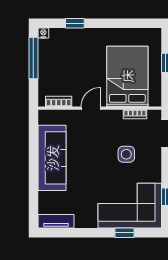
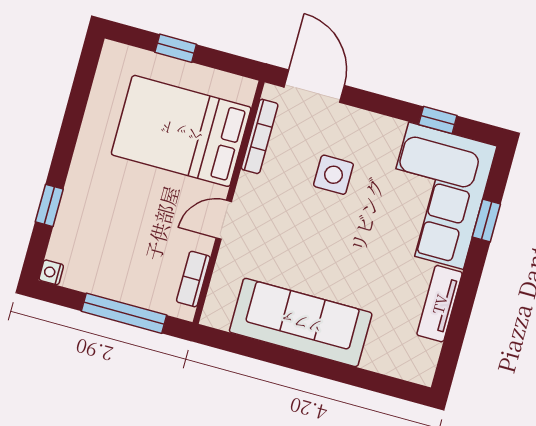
window: (33, 58) -> (124, 313), moved
door: (91, 108) -> (224, 220), hinge flipped
bookcase: (135, 114) -> (260, 136), width x1.56
tv unit: (56, 221) -> (440, 304), moved

